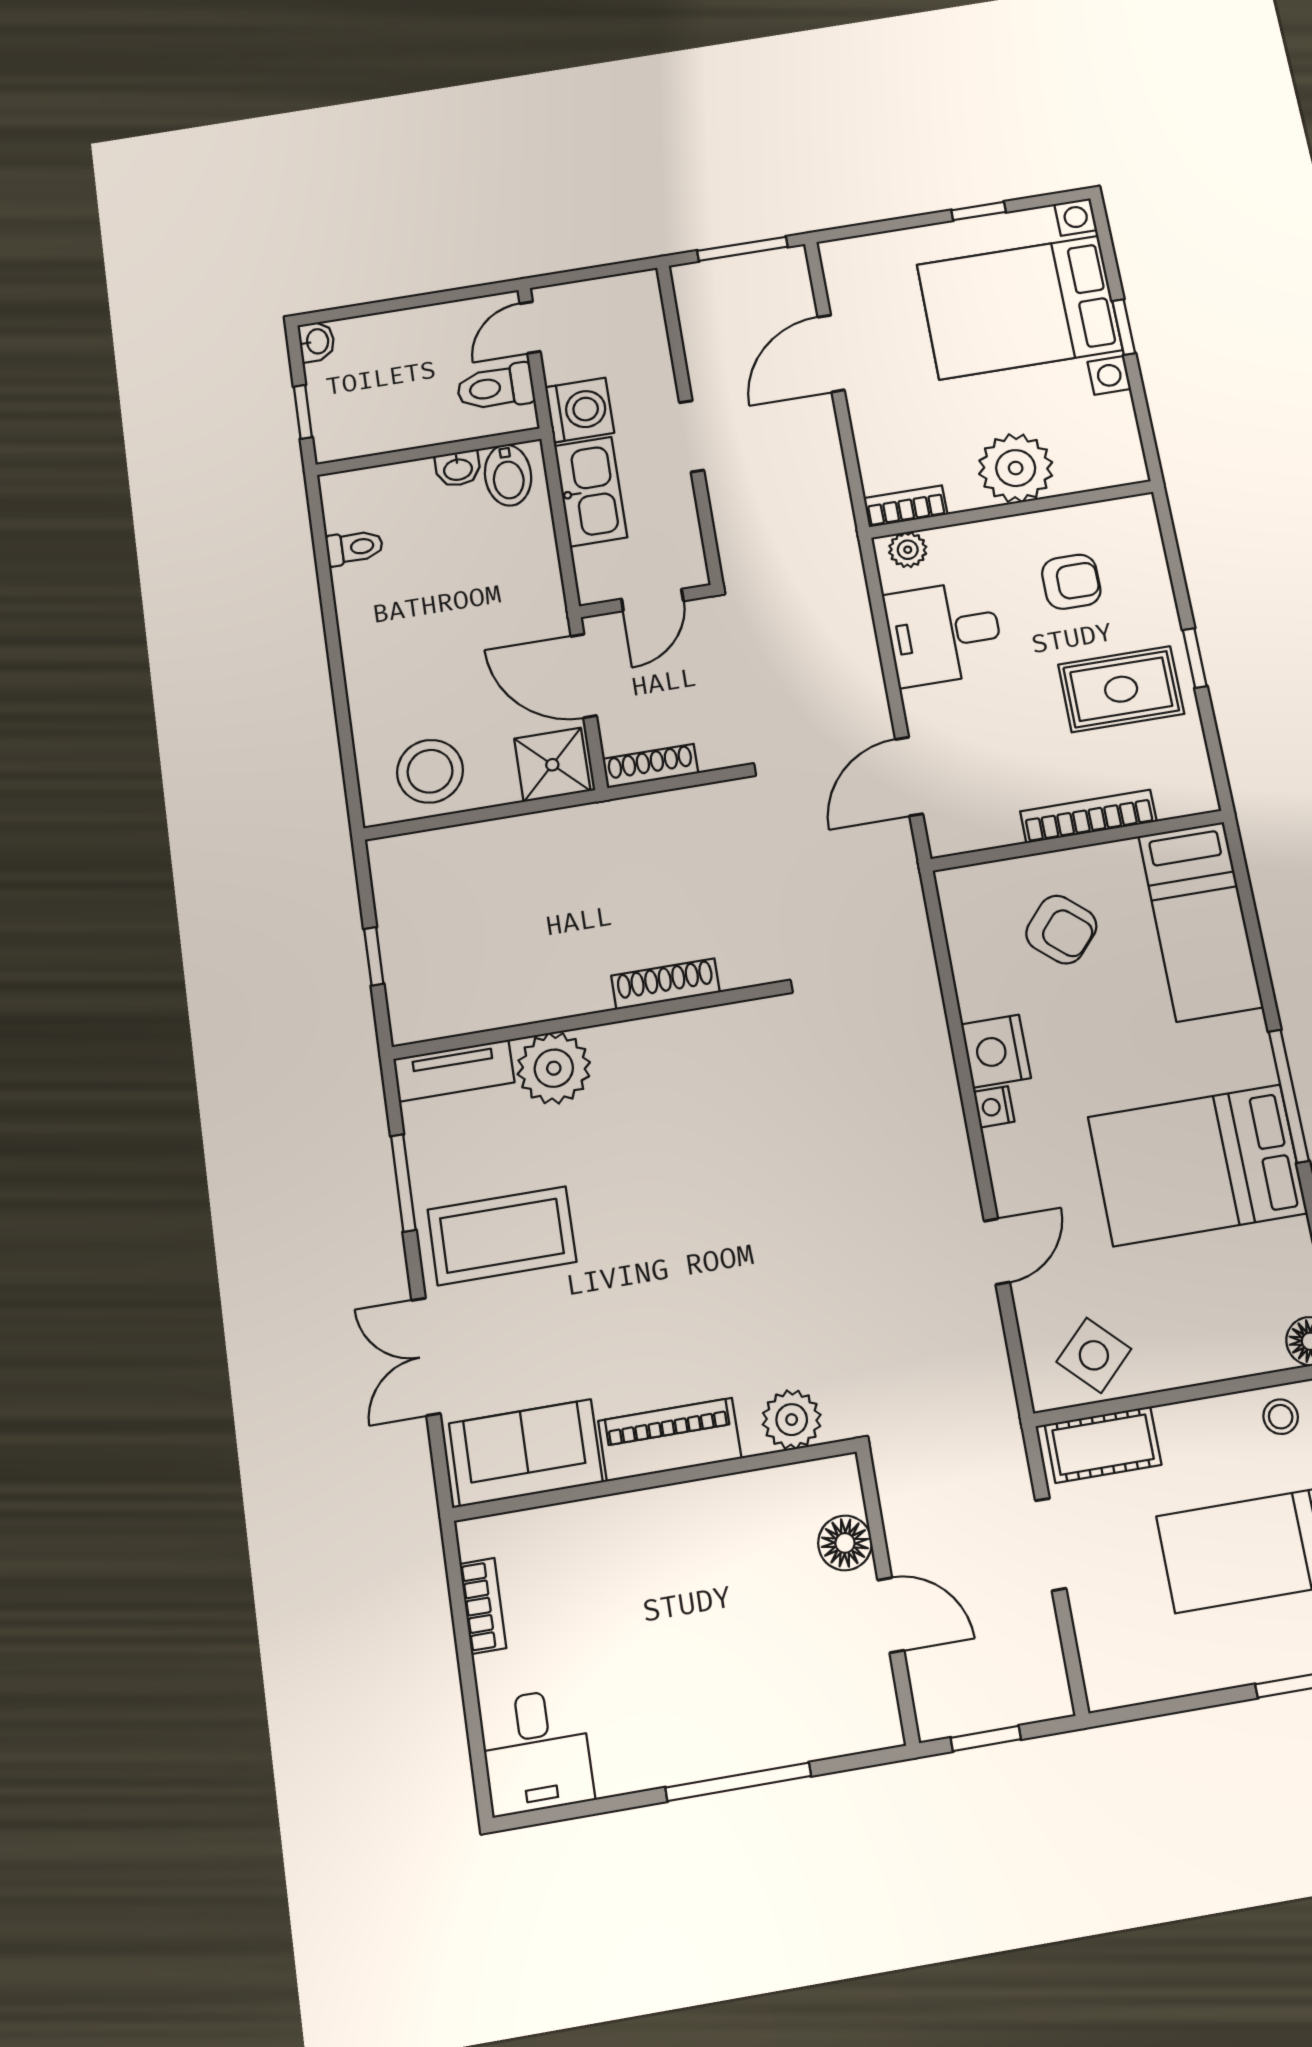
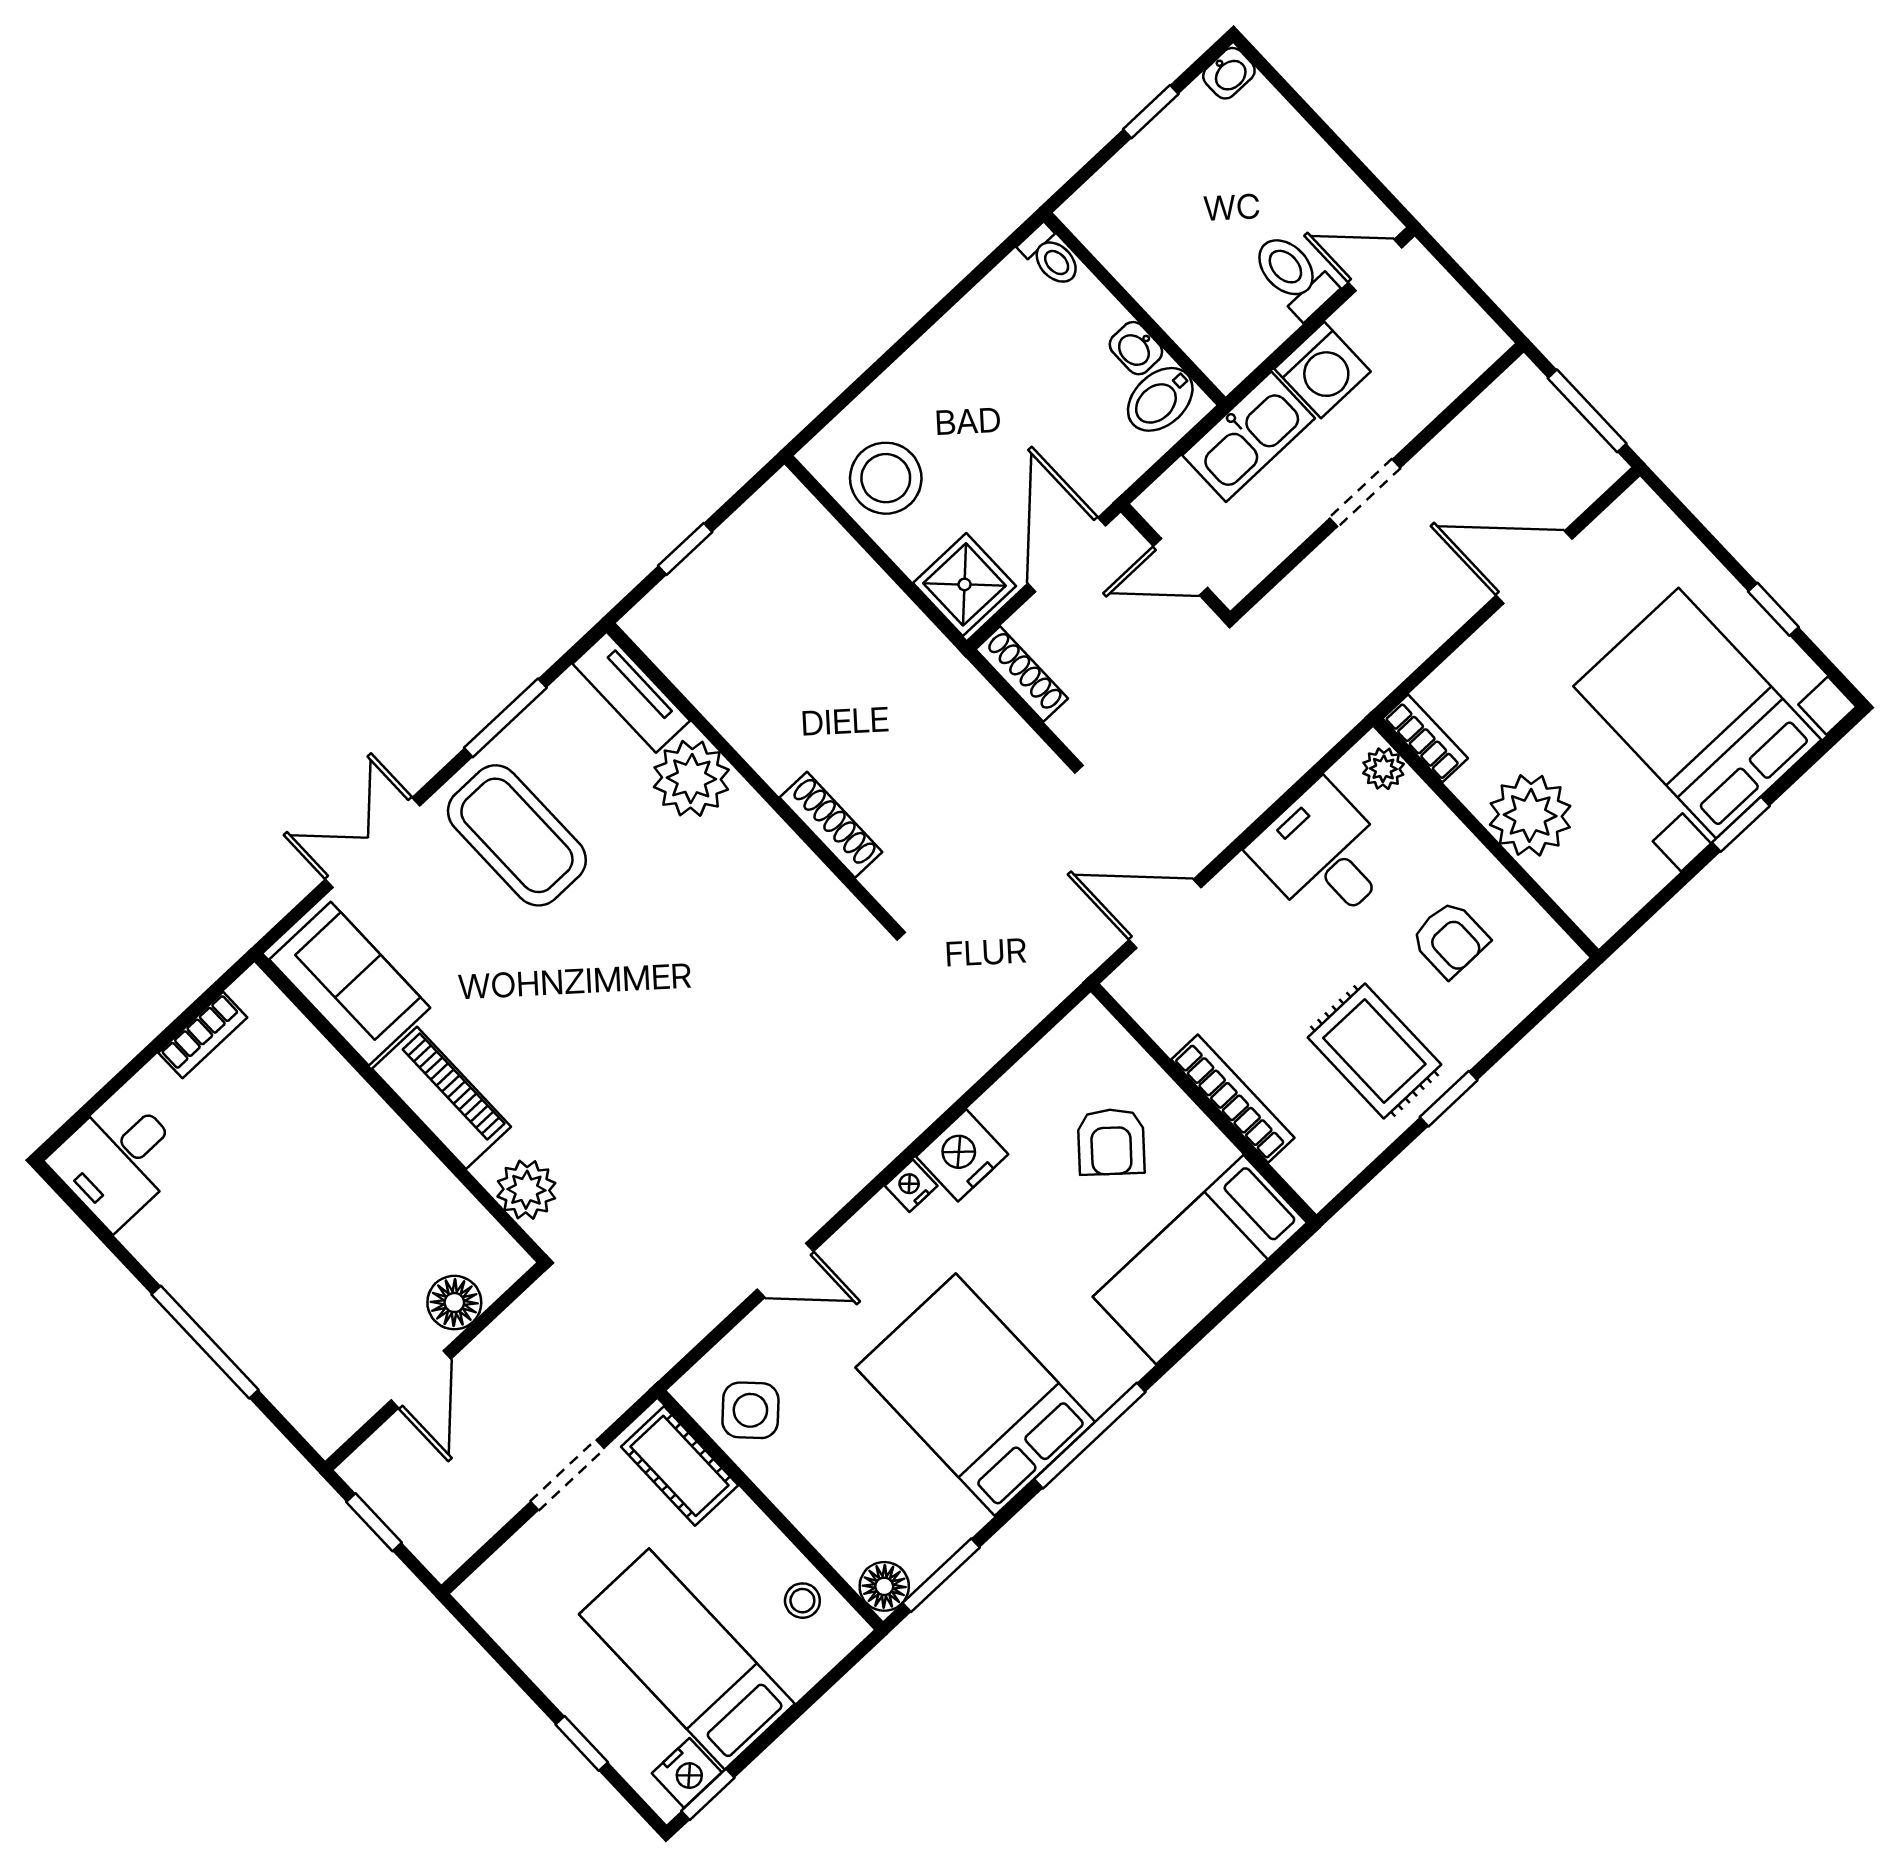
wall: (429, 452) -> (1135, 309), moved
washbasin: (458, 469) -> (1136, 348), moved
bidet: (508, 475) -> (1160, 399), moved

